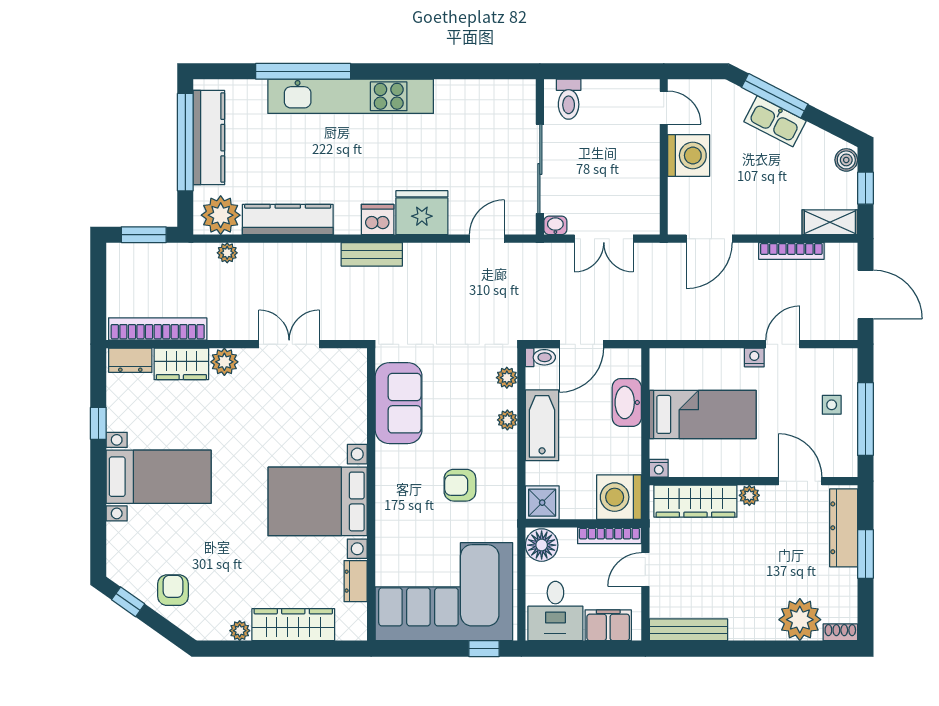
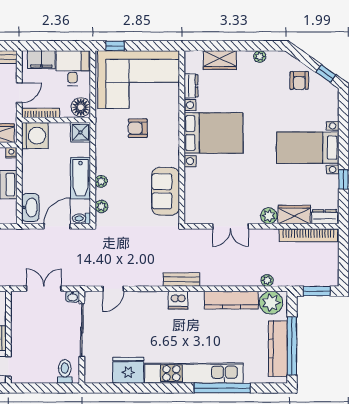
fridge: (422, 213) -> (128, 370), moved, turned 180
washbasin: (627, 402) -> (30, 207), moved
armchair: (460, 485) -> (138, 128), moved, turned 180
wardrobe: (293, 625) -> (220, 60), width x0.67

